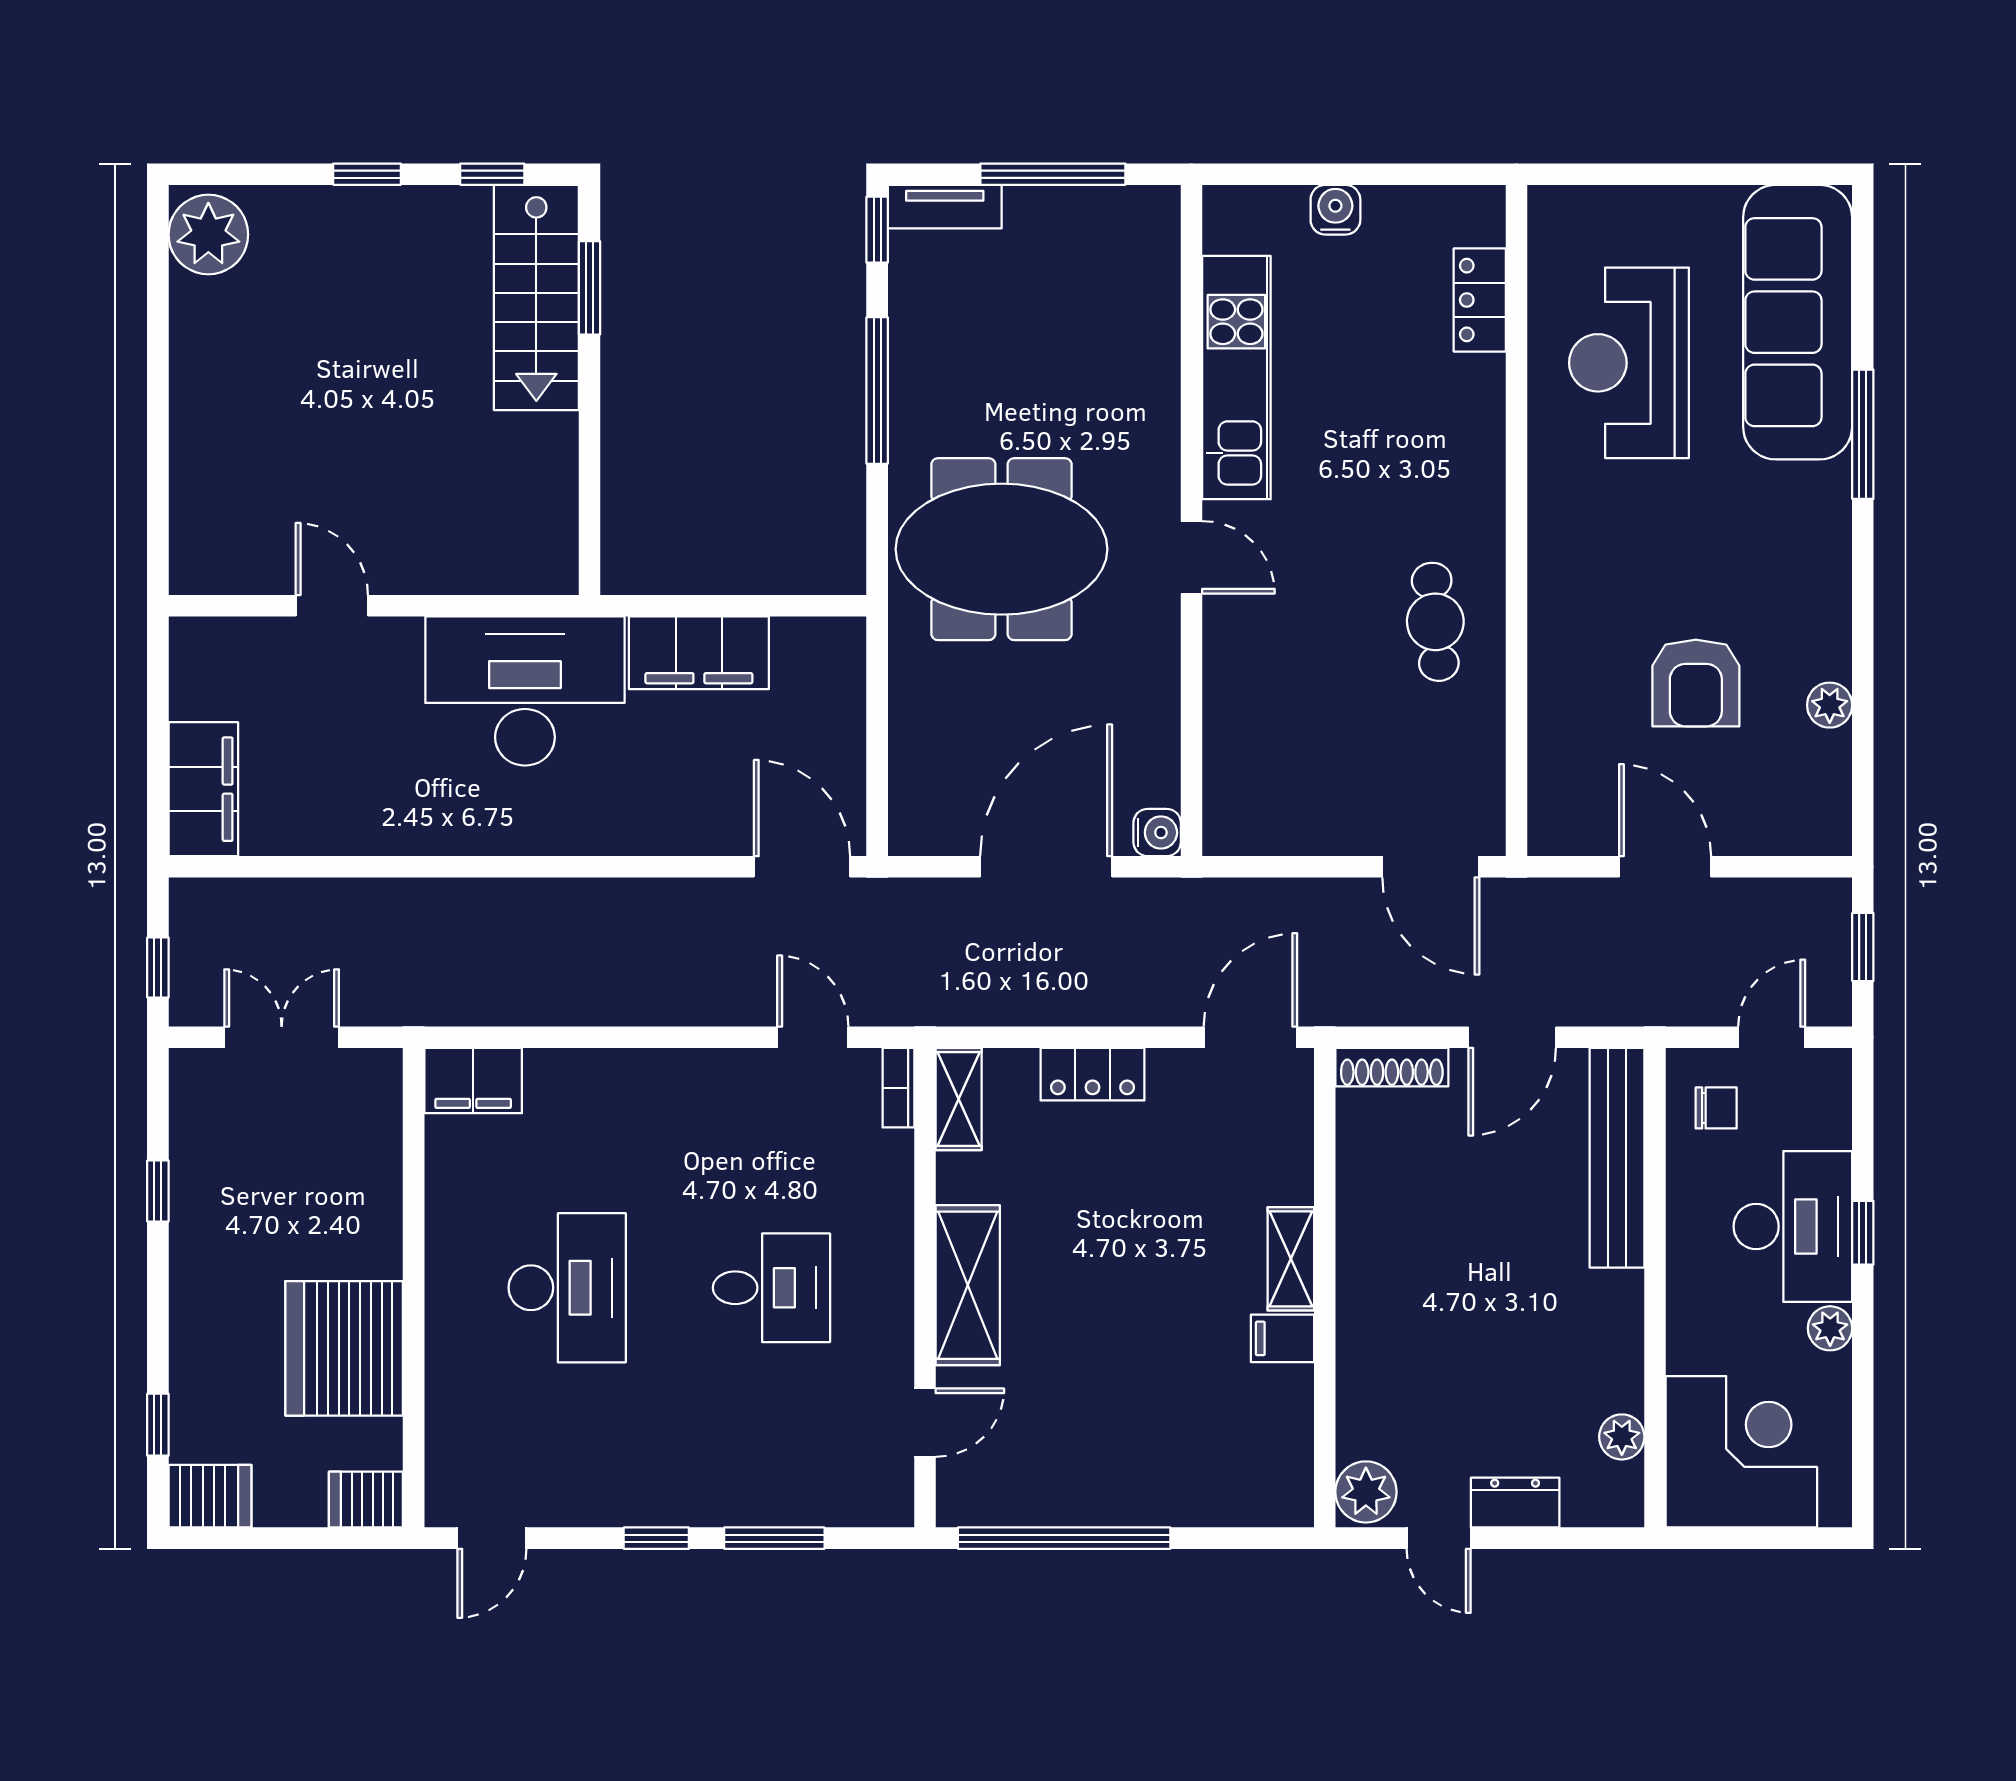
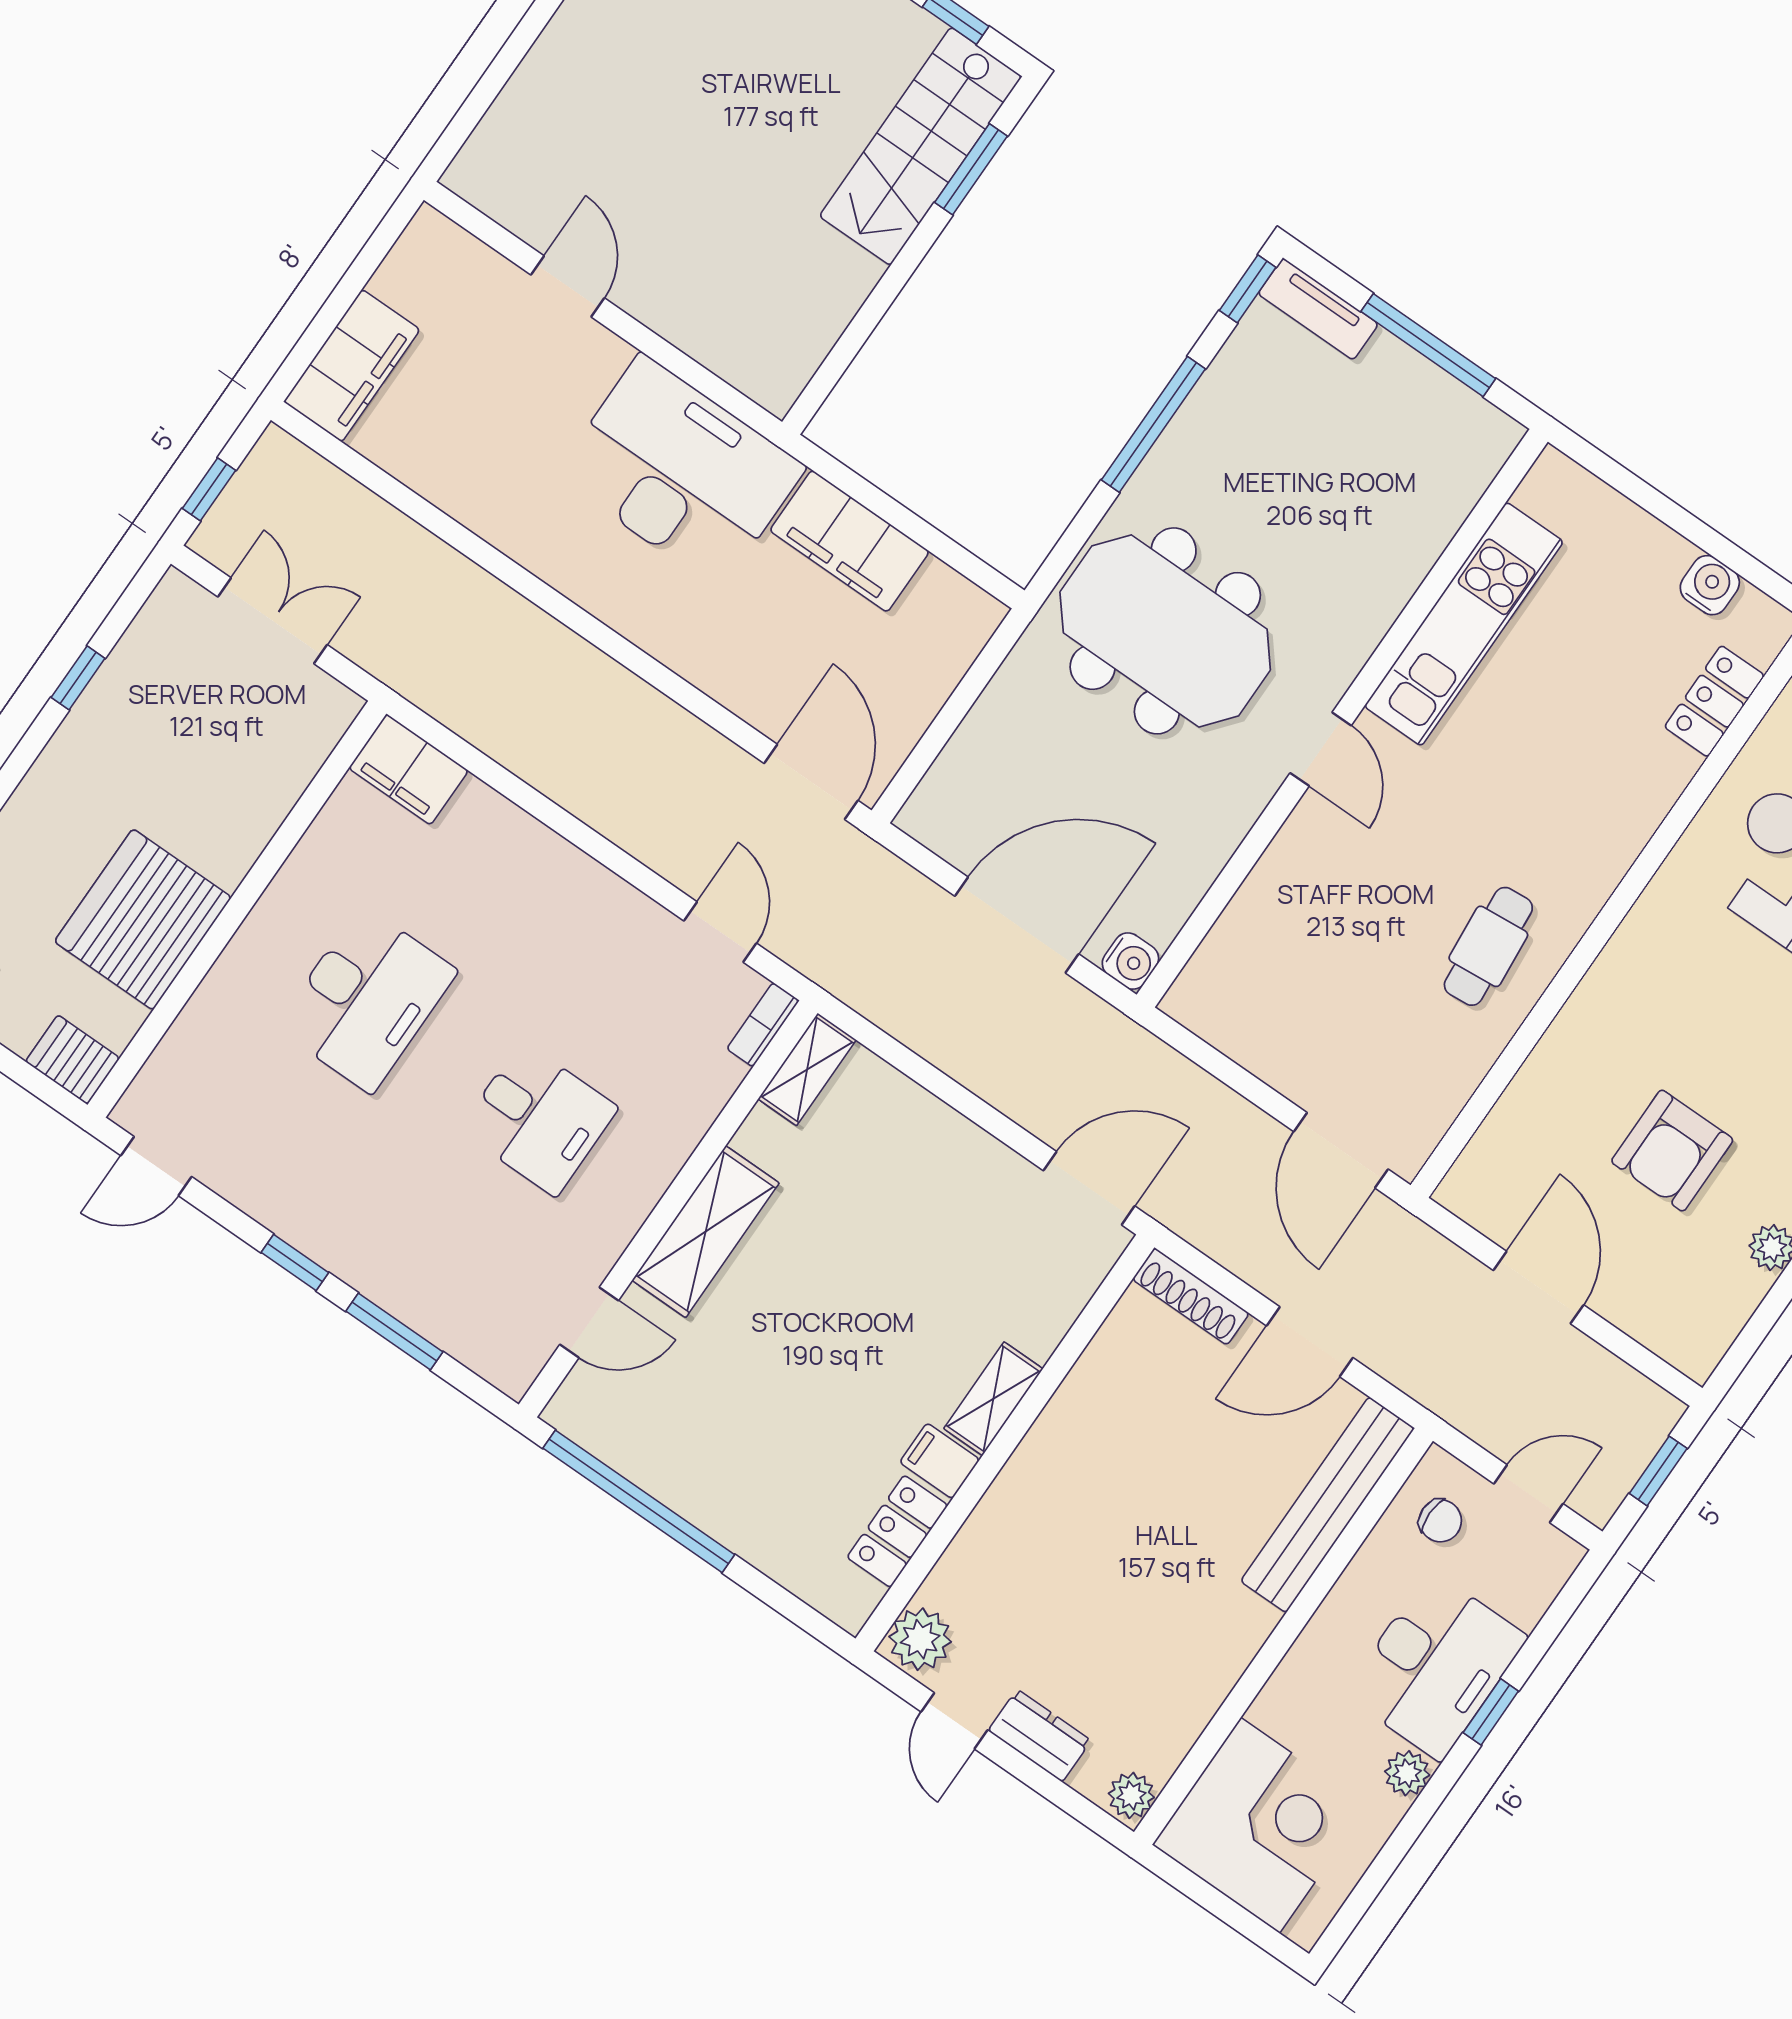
water cooler: (1335, 210) -> (1710, 585), moved
locker: (1092, 1074) -> (897, 1531), moved, turned 90
plant: (1622, 1437) -> (1131, 1795), moved

